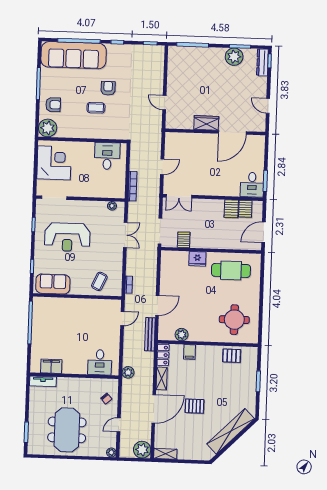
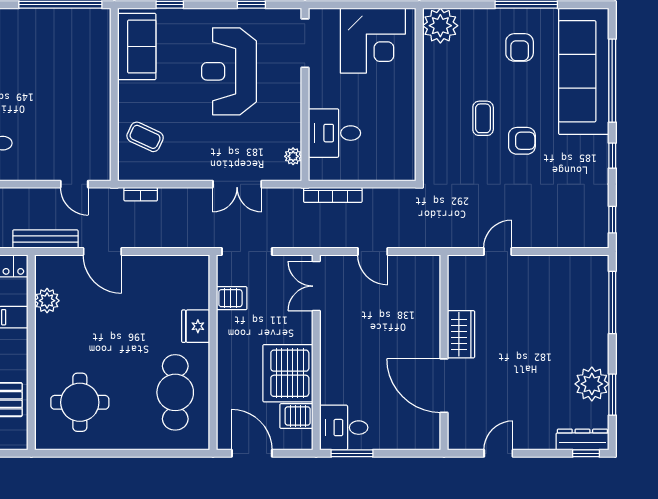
armchair: (53, 105) -> (520, 47), moved
desk: (107, 156) -> (334, 133), moved, turned 180
server rack: (231, 209) -> (288, 373), width x2.18, depth x1.44

